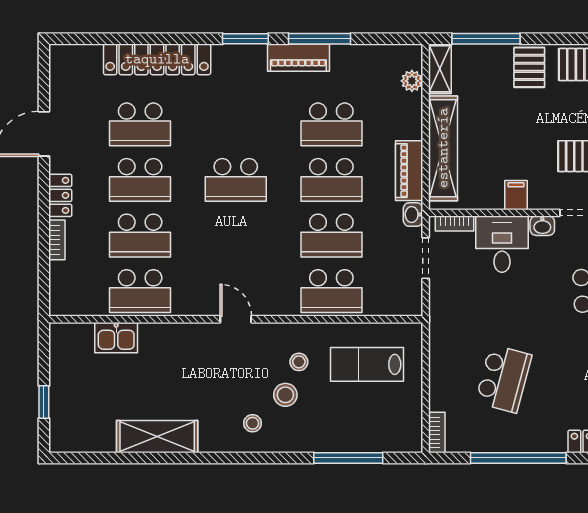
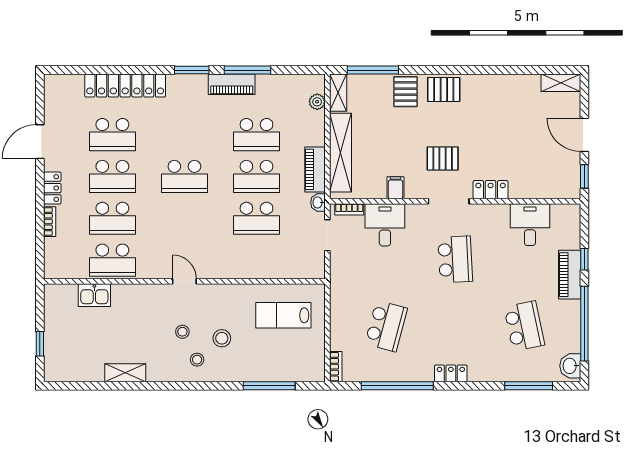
washbasin: (542, 226) -> (415, 211), removed
school desk: (331, 291) -> (256, 260), removed
stool: (299, 362) -> (182, 332), moved
shelving: (157, 437) -> (125, 373), width x0.67, depth x0.75

